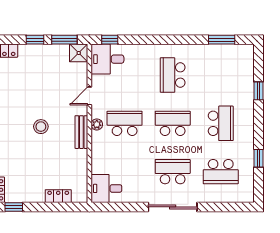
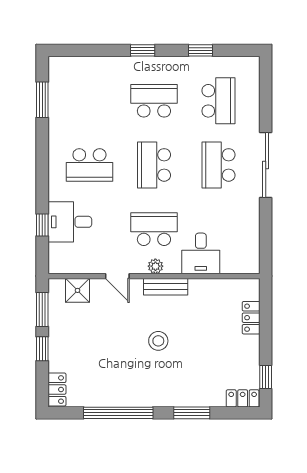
window: (110, 40) -> (42, 225), moved
shower: (79, 53) -> (77, 290), moved
desk: (107, 59) -> (70, 222), moved, turned 90
window: (258, 91) -> (143, 50), moved
school desk: (125, 123) -> (154, 229), turned 90
desk: (106, 188) -> (201, 253), moved

